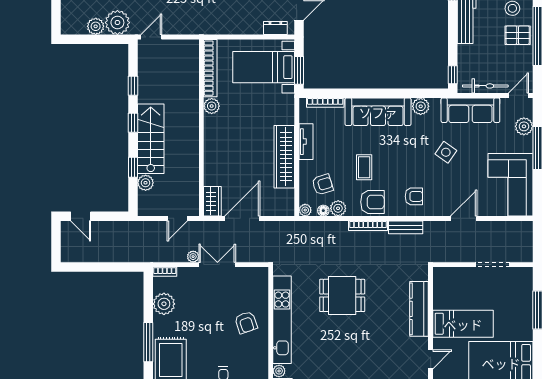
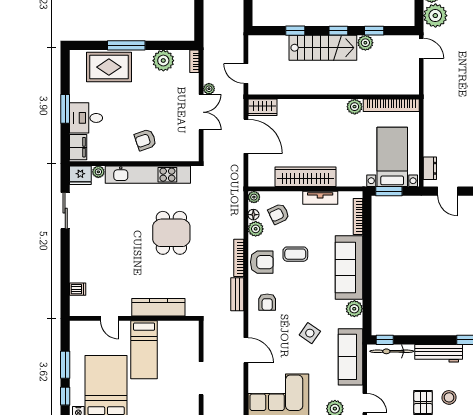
bicycle: (485, 86) -> (392, 351), moved, turned 90
plant: (146, 183) -> (365, 43), moved
armchair: (323, 184) -> (279, 214), turned 82
armchair: (372, 202) -> (262, 262), turned -90

